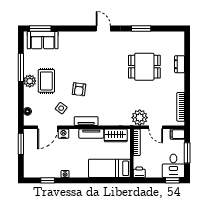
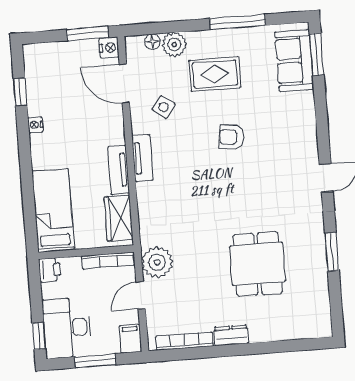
dresser: (180, 64) -> (231, 335), moved
plant: (30, 81) -> (174, 44), moved
armchair: (79, 89) -> (231, 137), moved
nightstand: (63, 134) -> (109, 48), moved
desk: (173, 166) -> (67, 328), width x1.37

